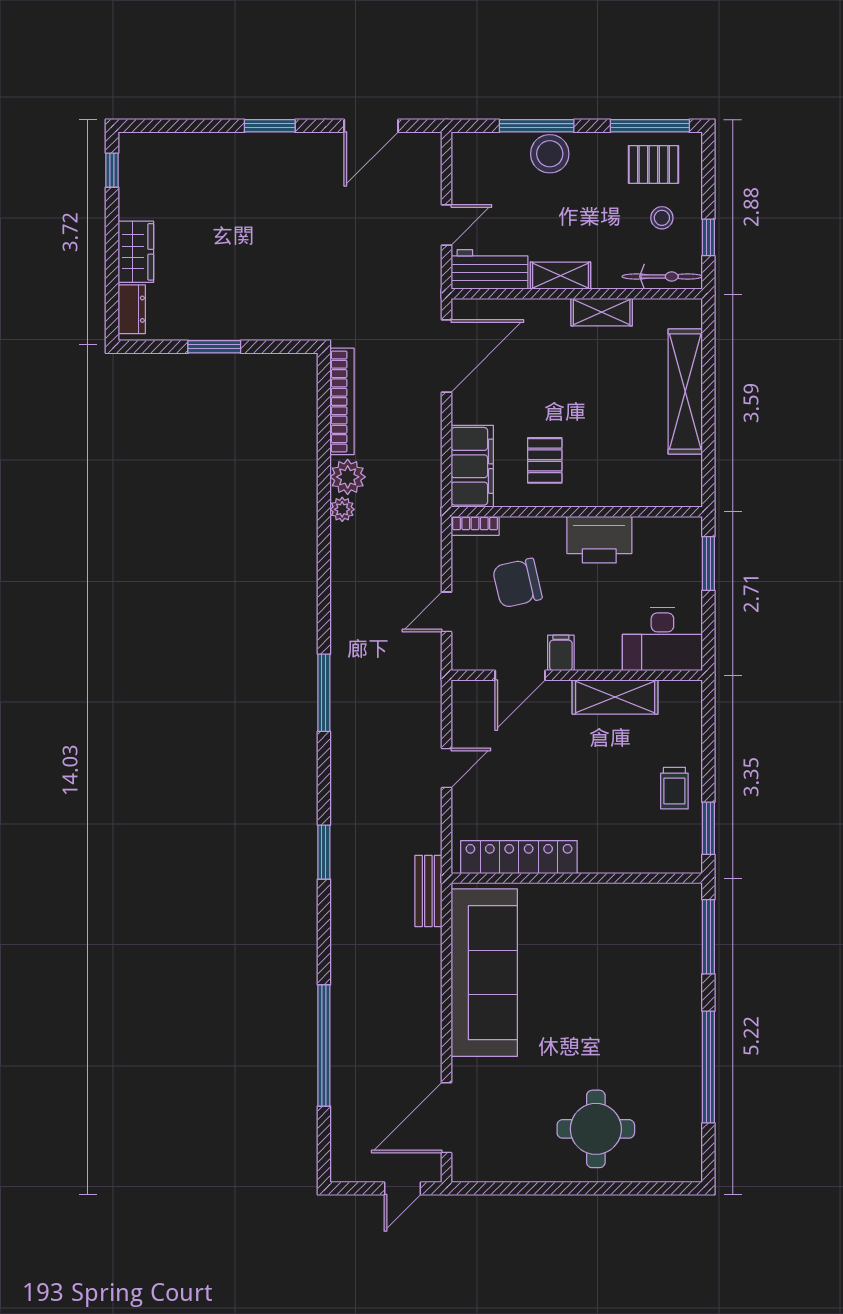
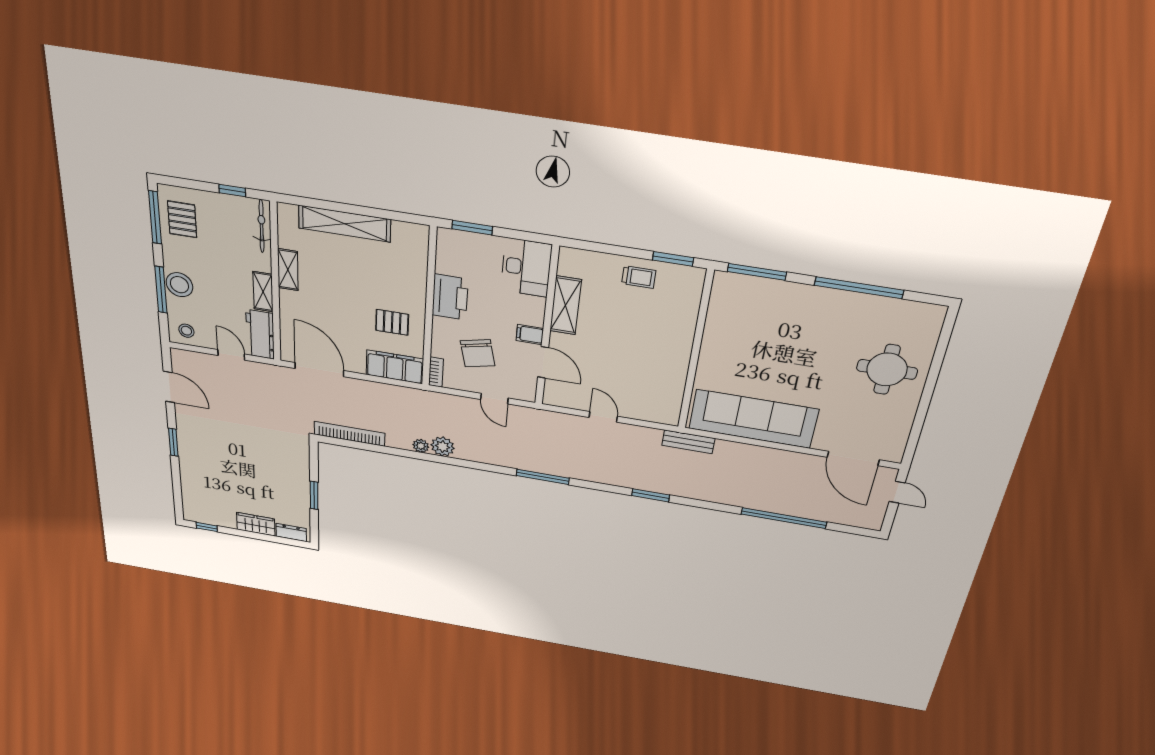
stool: (662, 218) -> (186, 331), moved
plant: (348, 477) -> (443, 447), moved
locker: (519, 857) -> (674, 384), removed

